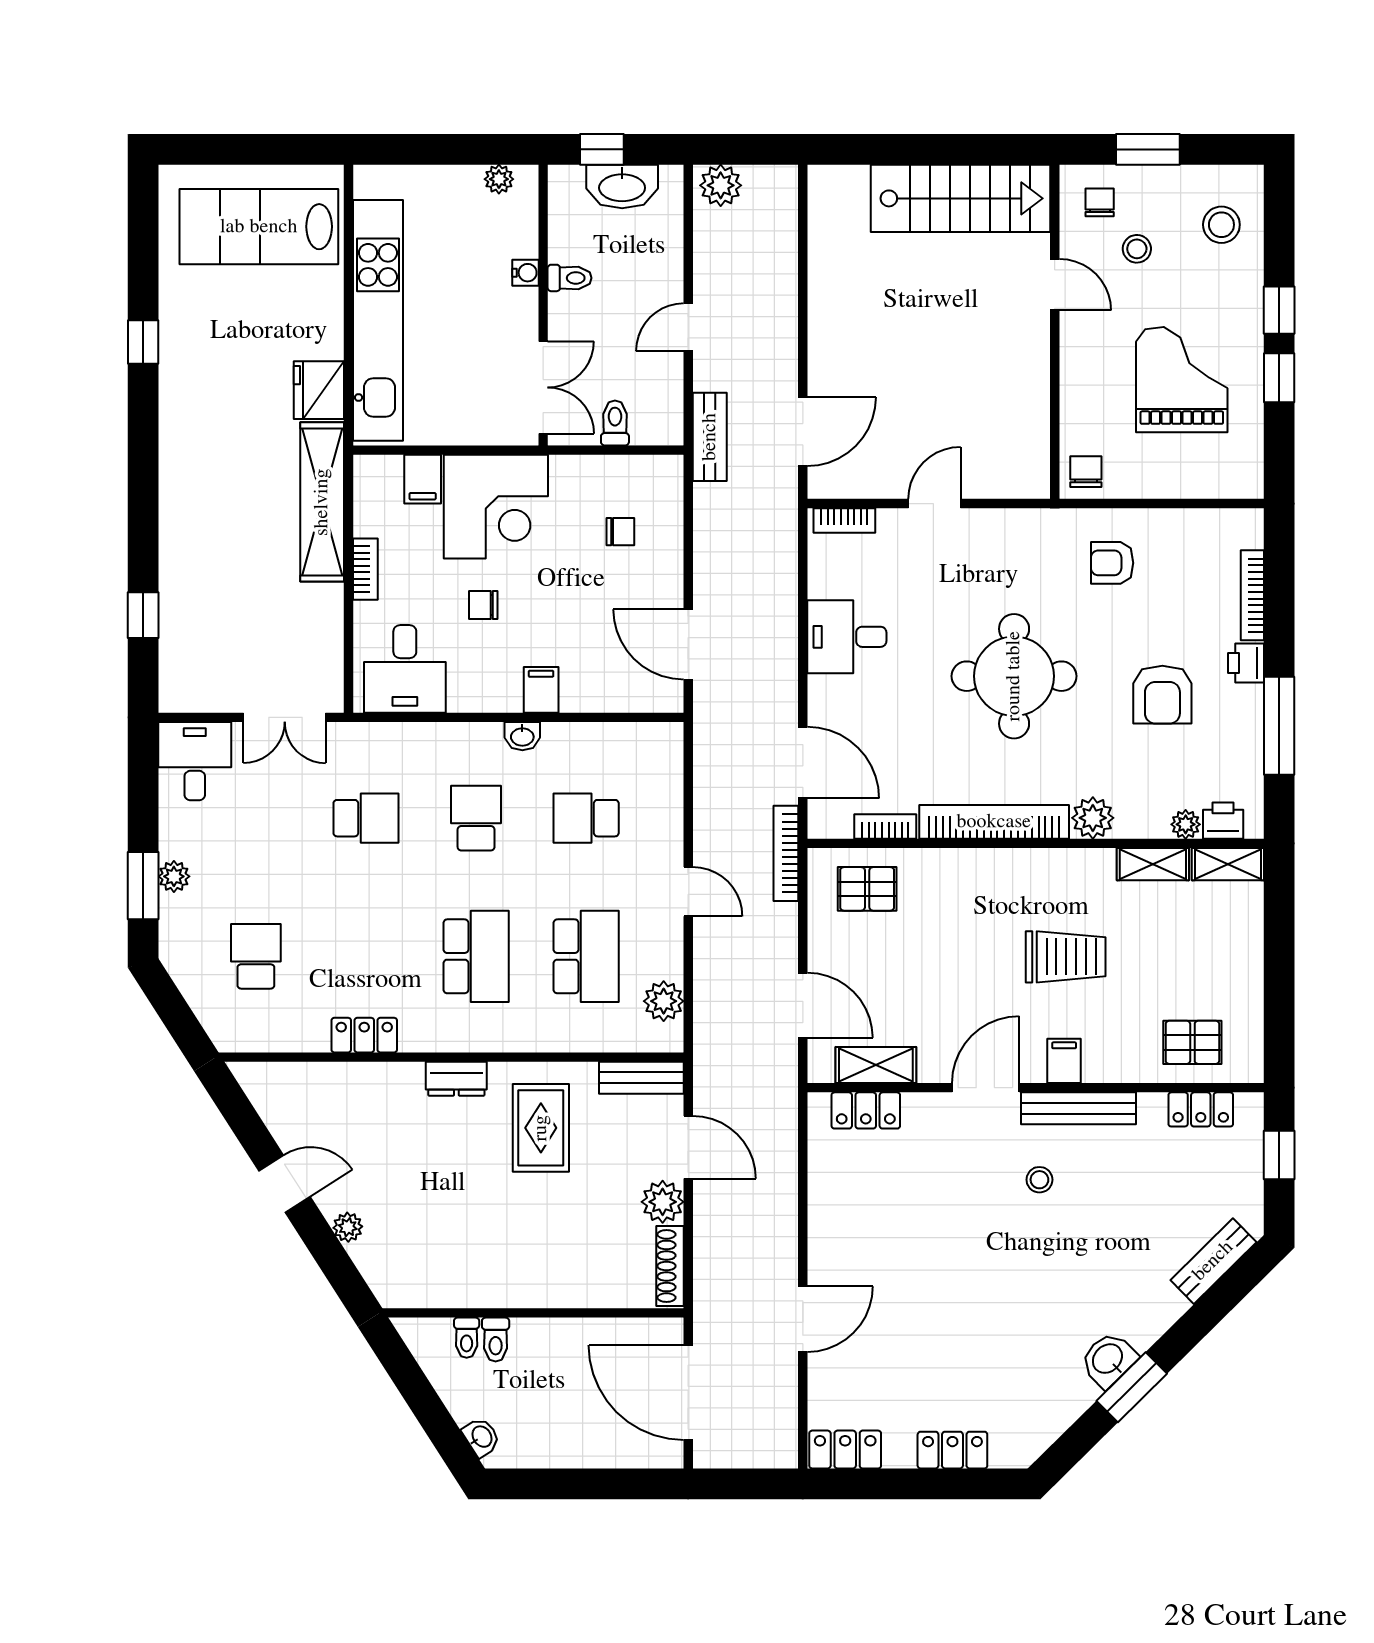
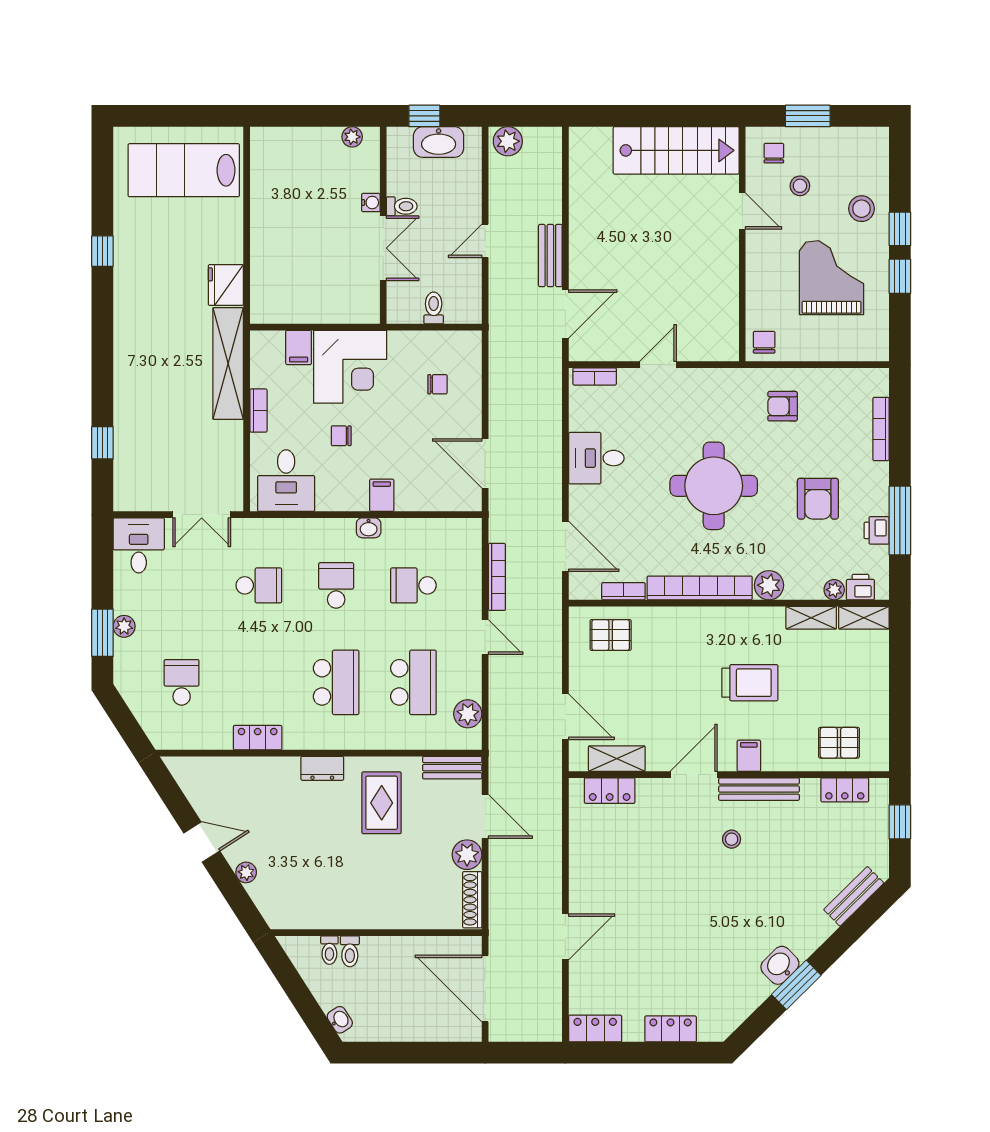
stool: (1221, 225) -> (862, 209), moved
kitchen unit: (378, 320) -> (267, 236), removed
double door: (543, 387) -> (383, 248), moved
bench: (710, 437) -> (550, 256), moved
printer: (1246, 663) -> (877, 530), moved
bookcase: (786, 853) -> (497, 577), moved, turned 180

